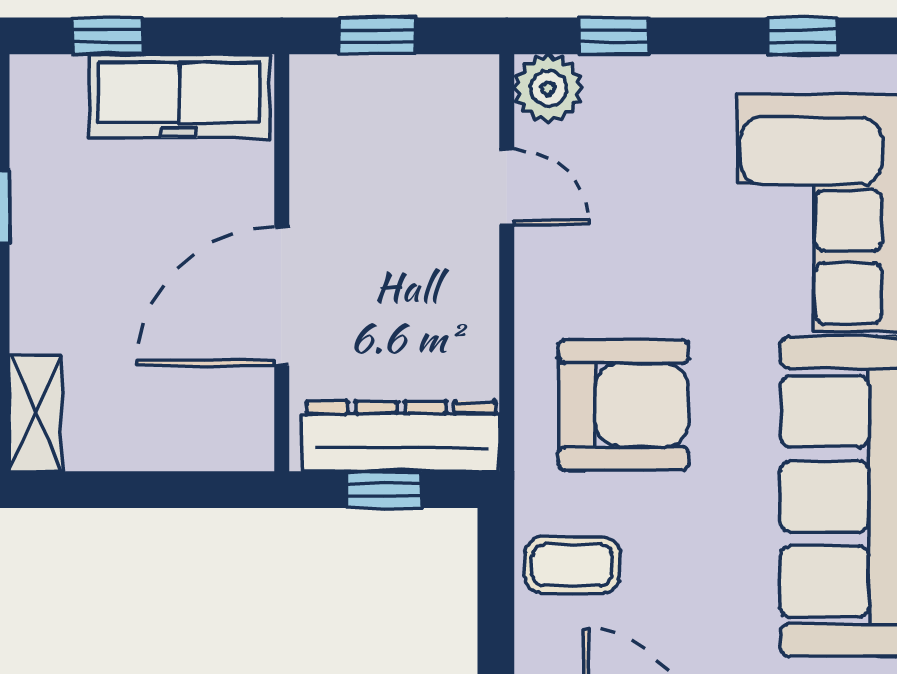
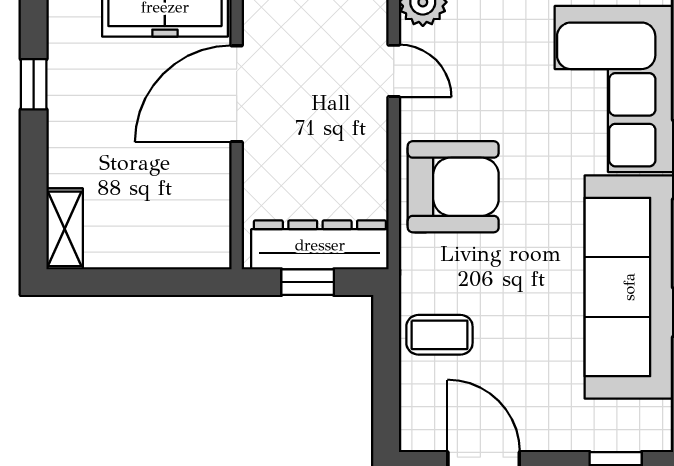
door: (282, 297) -> (237, 94), moved
armchair: (624, 405) -> (453, 187), moved

